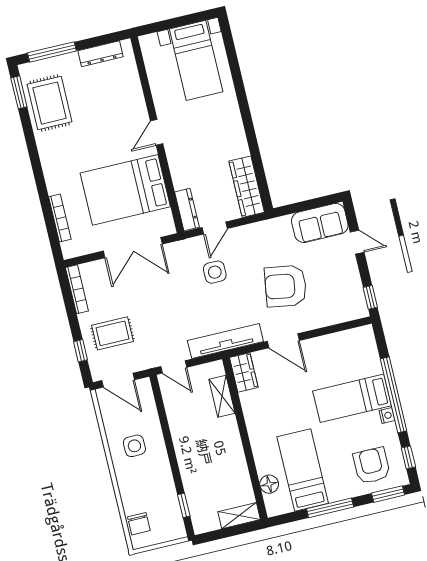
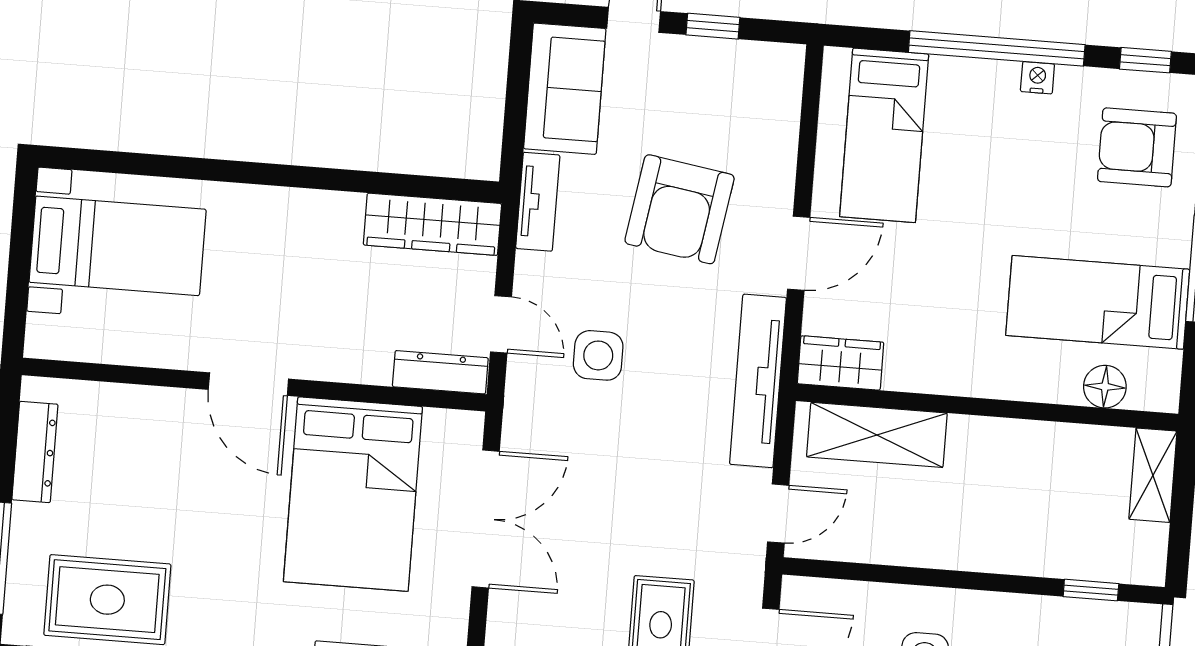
door: (157, 132) -> (248, 384), width x1.38
tv unit: (270, 227) -> (538, 202), added
window: (370, 297) -> (713, 26), moved
shelving: (222, 396) -> (877, 435), width x1.50, depth x1.33
bed: (352, 398) -> (884, 135), moved

